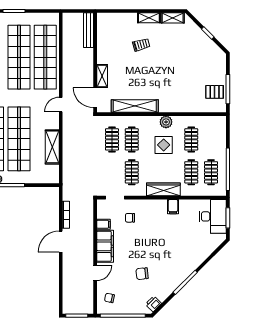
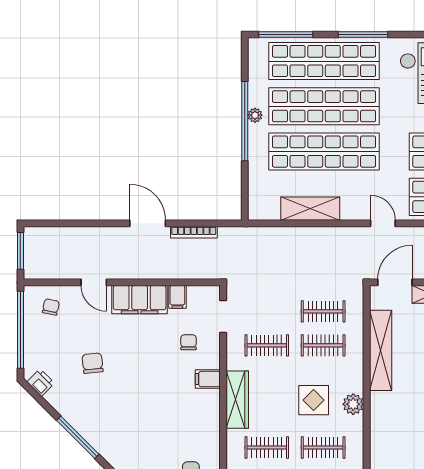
filing cabinet: (173, 207) -> (208, 379), moved

